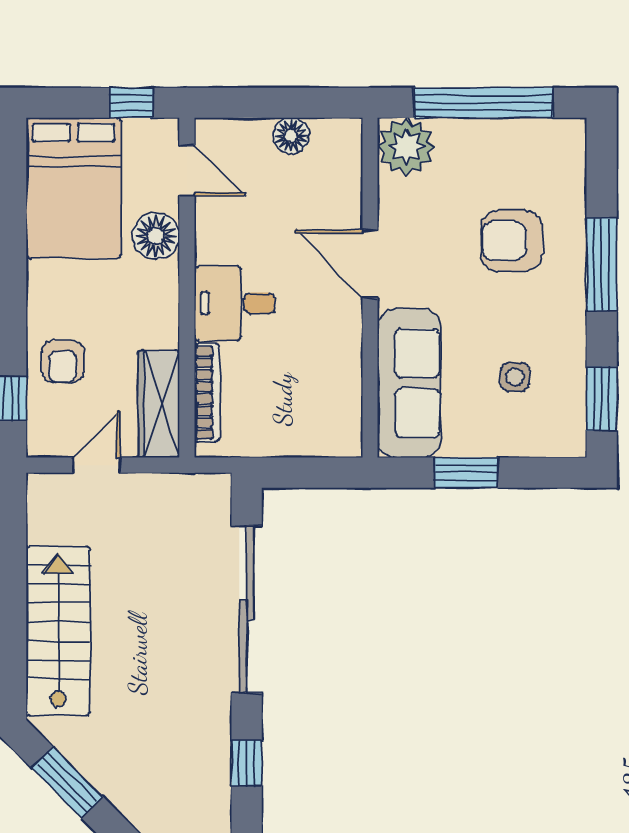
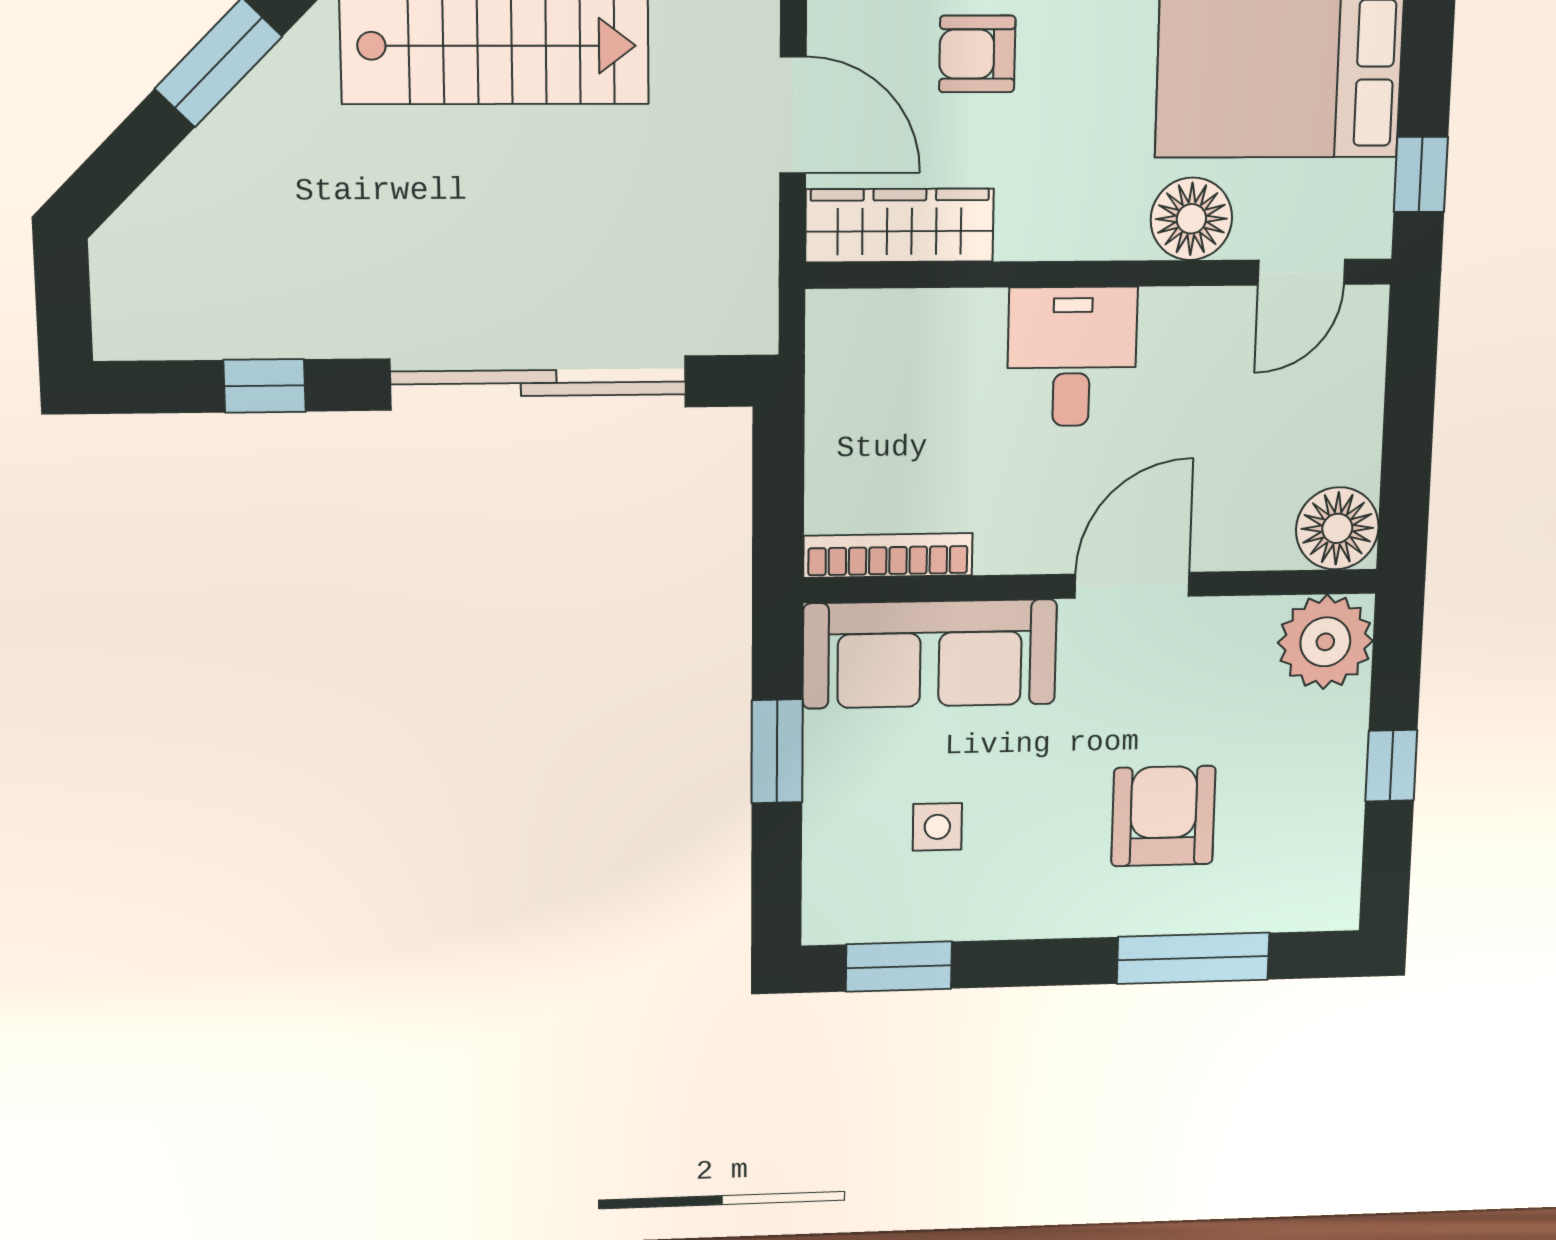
window: (483, 103) -> (1391, 766), width x0.32
floor lamp: (291, 136) -> (1337, 528), moved, width x1.38, depth x1.38
window: (602, 264) -> (1193, 958), moved
bookcase: (207, 393) -> (888, 556), moved, turned 180
door: (97, 465) -> (793, 115), width x1.38

